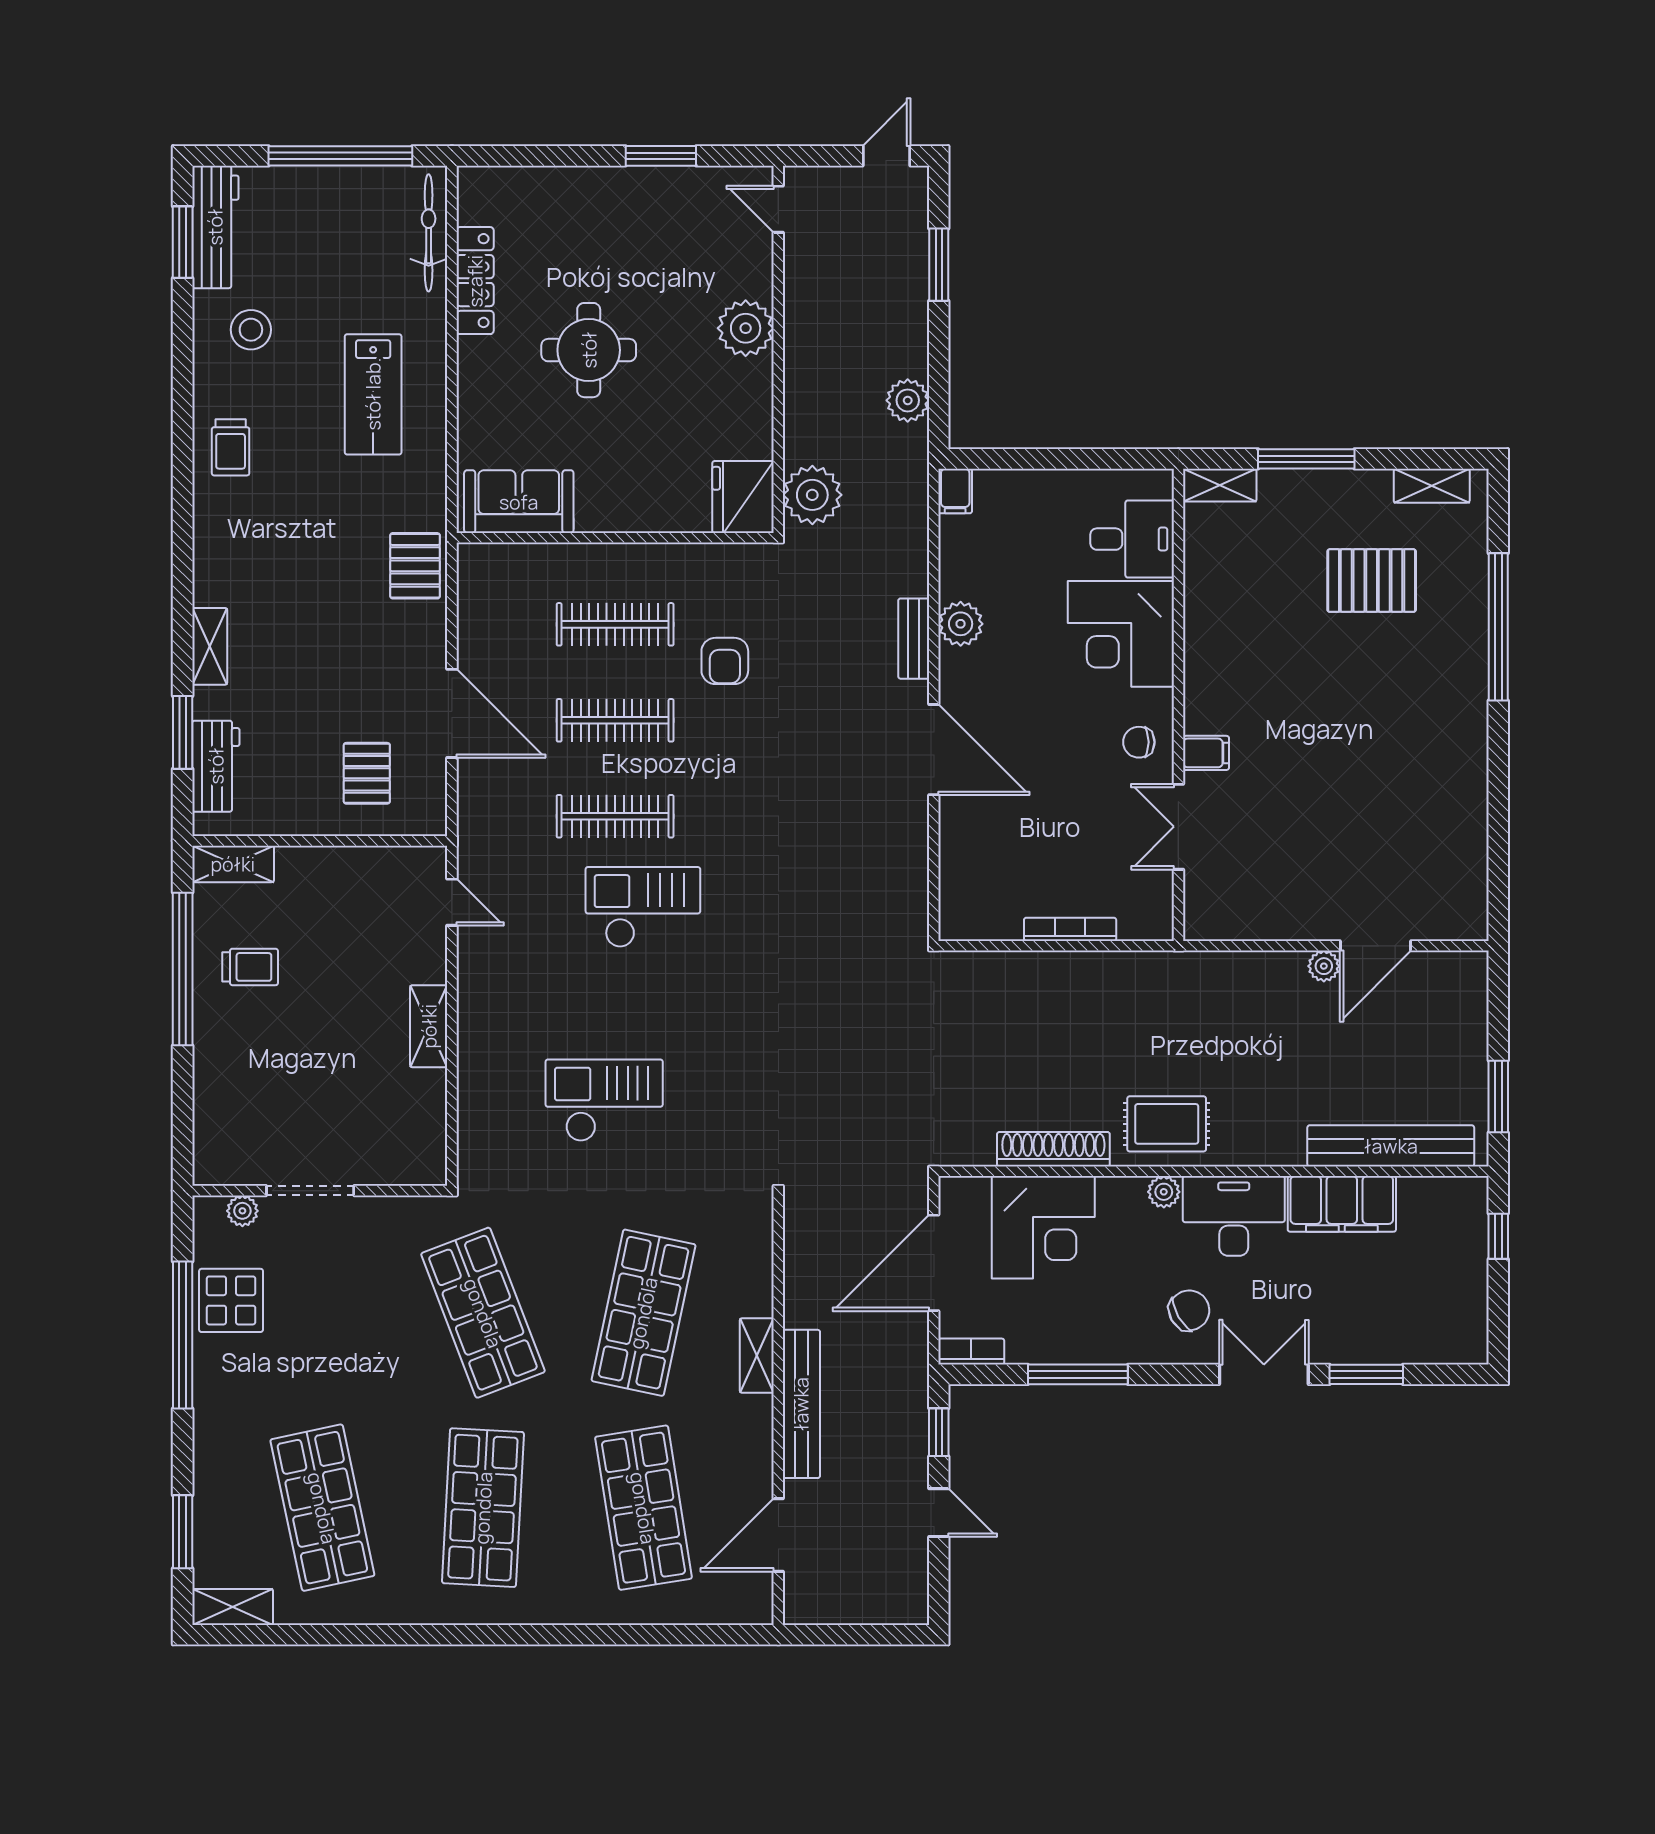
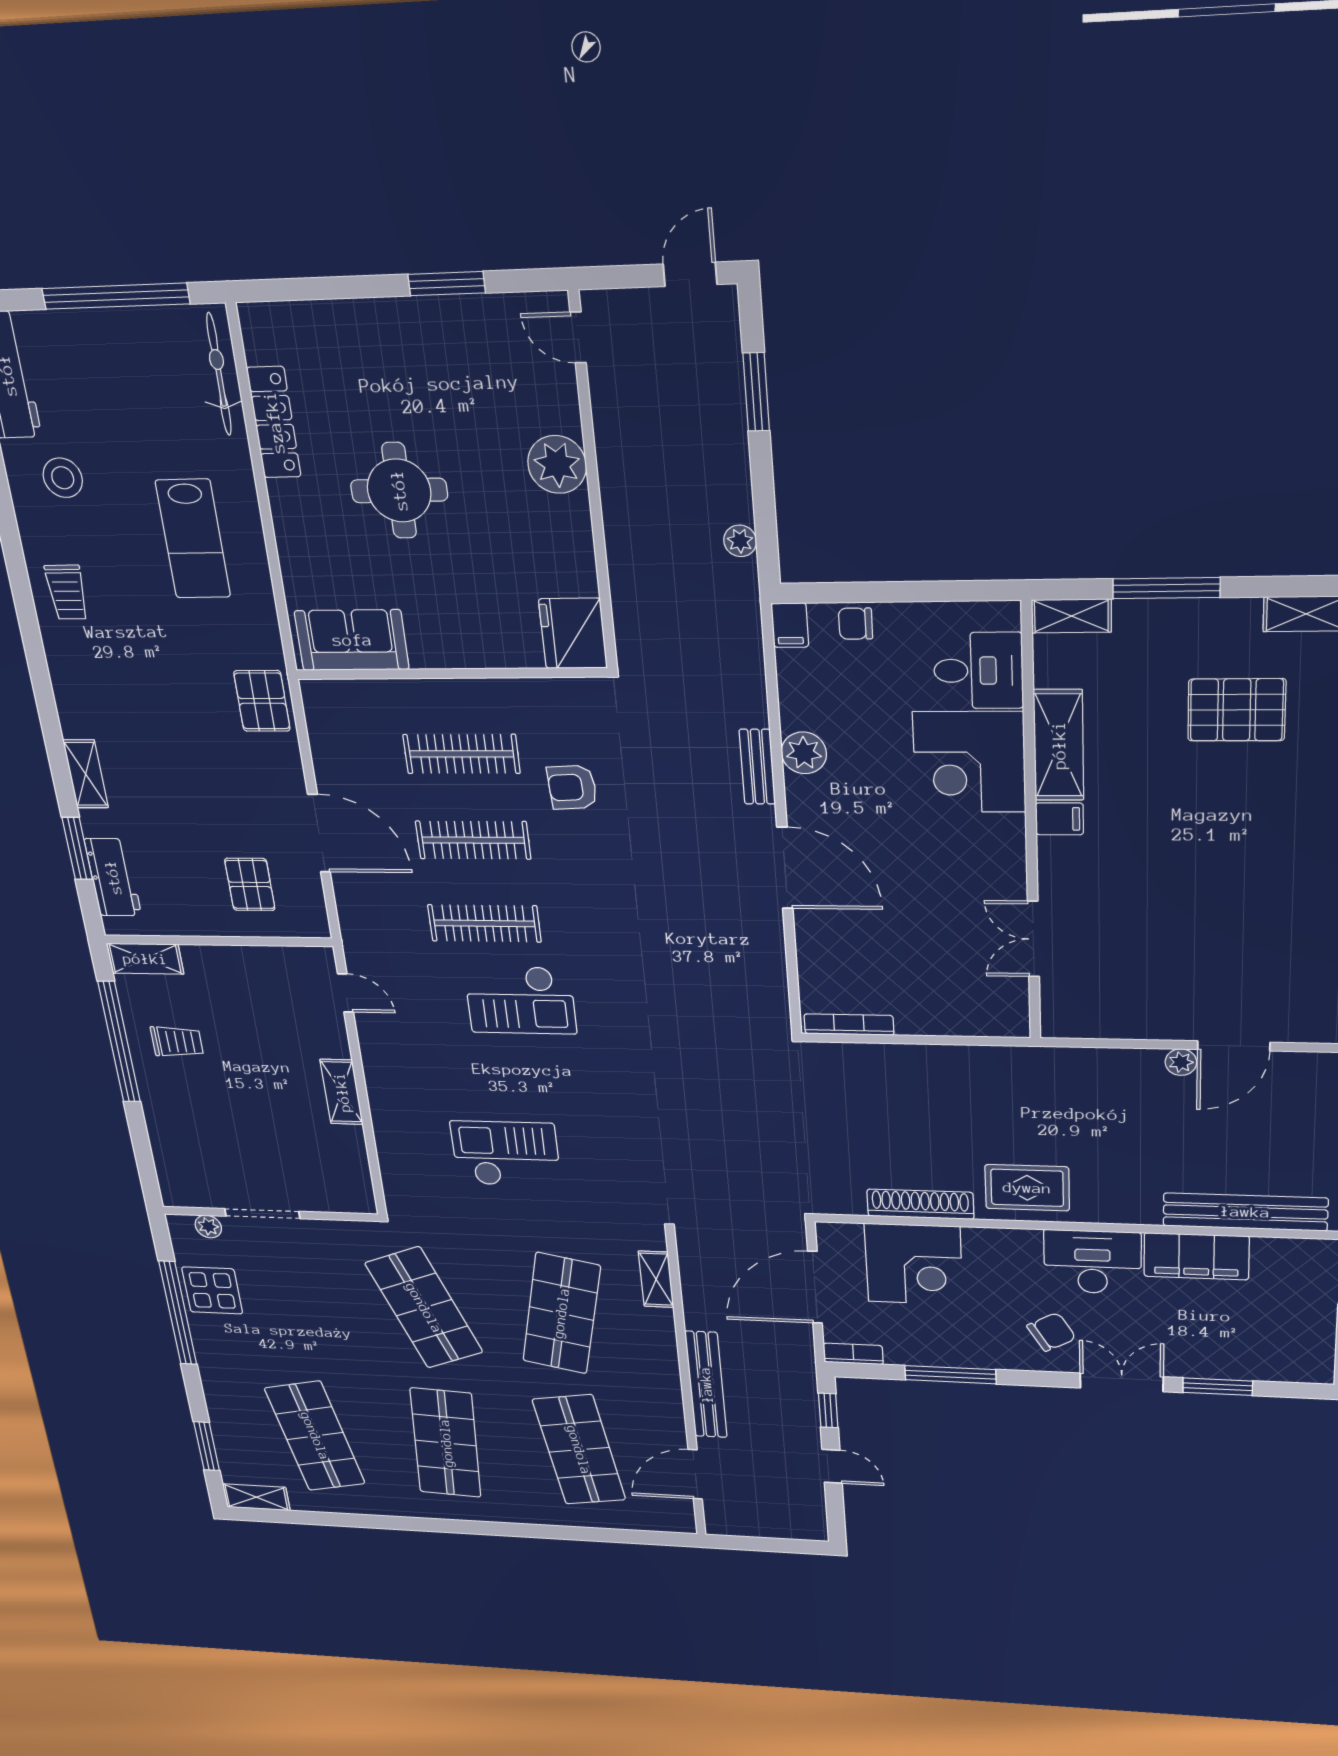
plant: (908, 400) -> (740, 541), width x0.73, depth x0.73
plant: (812, 495) -> (643, 631), removed
shelving: (1206, 616) -> (1059, 745), added
armchair: (725, 661) -> (572, 787), turned 87
chair: (1139, 742) -> (856, 624), moved
filing cabinet: (1206, 753) -> (1059, 819), moved
checkout: (643, 907) -> (520, 1000), turned 180
bookcase: (1070, 929) -> (849, 1025), moved
plant: (1164, 1192) -> (1026, 1241), removed
shelving: (757, 1356) -> (656, 1279), moved

